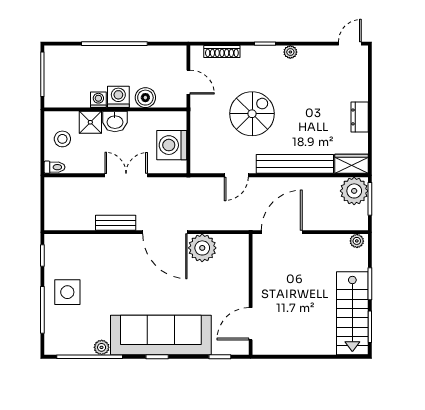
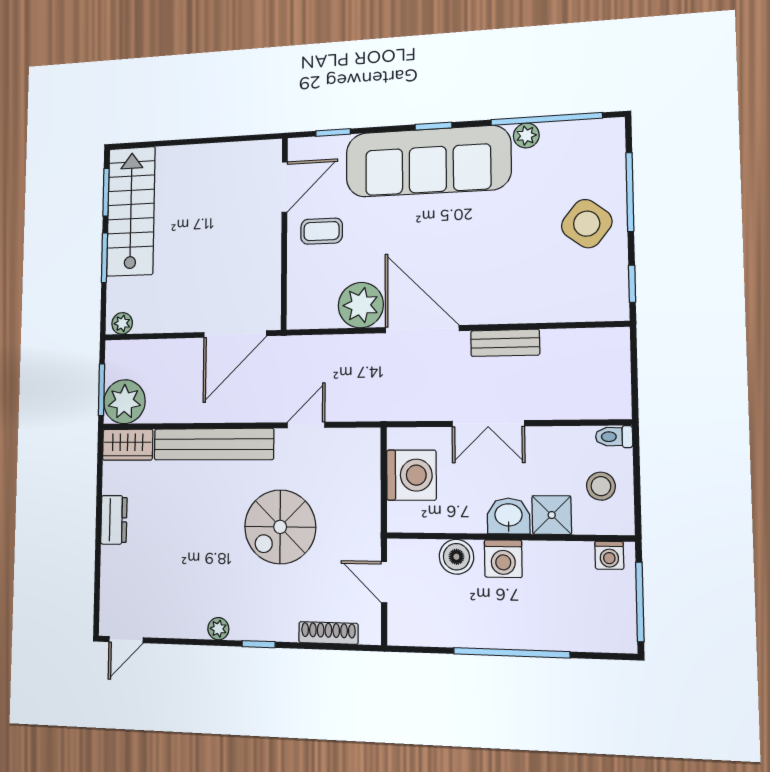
washing machine: (98, 100) -> (609, 555), moved
side table: (67, 292) -> (587, 224), turned 38
coffee table: (227, 295) -> (322, 231), added

